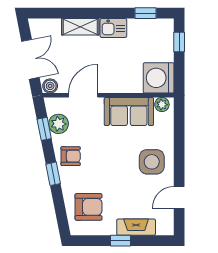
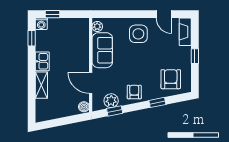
double door: (30, 59) -> (65, 121), removed
washing machine: (159, 78) -> (41, 24), moved, width x0.53, depth x0.53
window: (53, 174) -> (157, 102), moved
fireplace: (136, 227) -> (185, 32), moved

